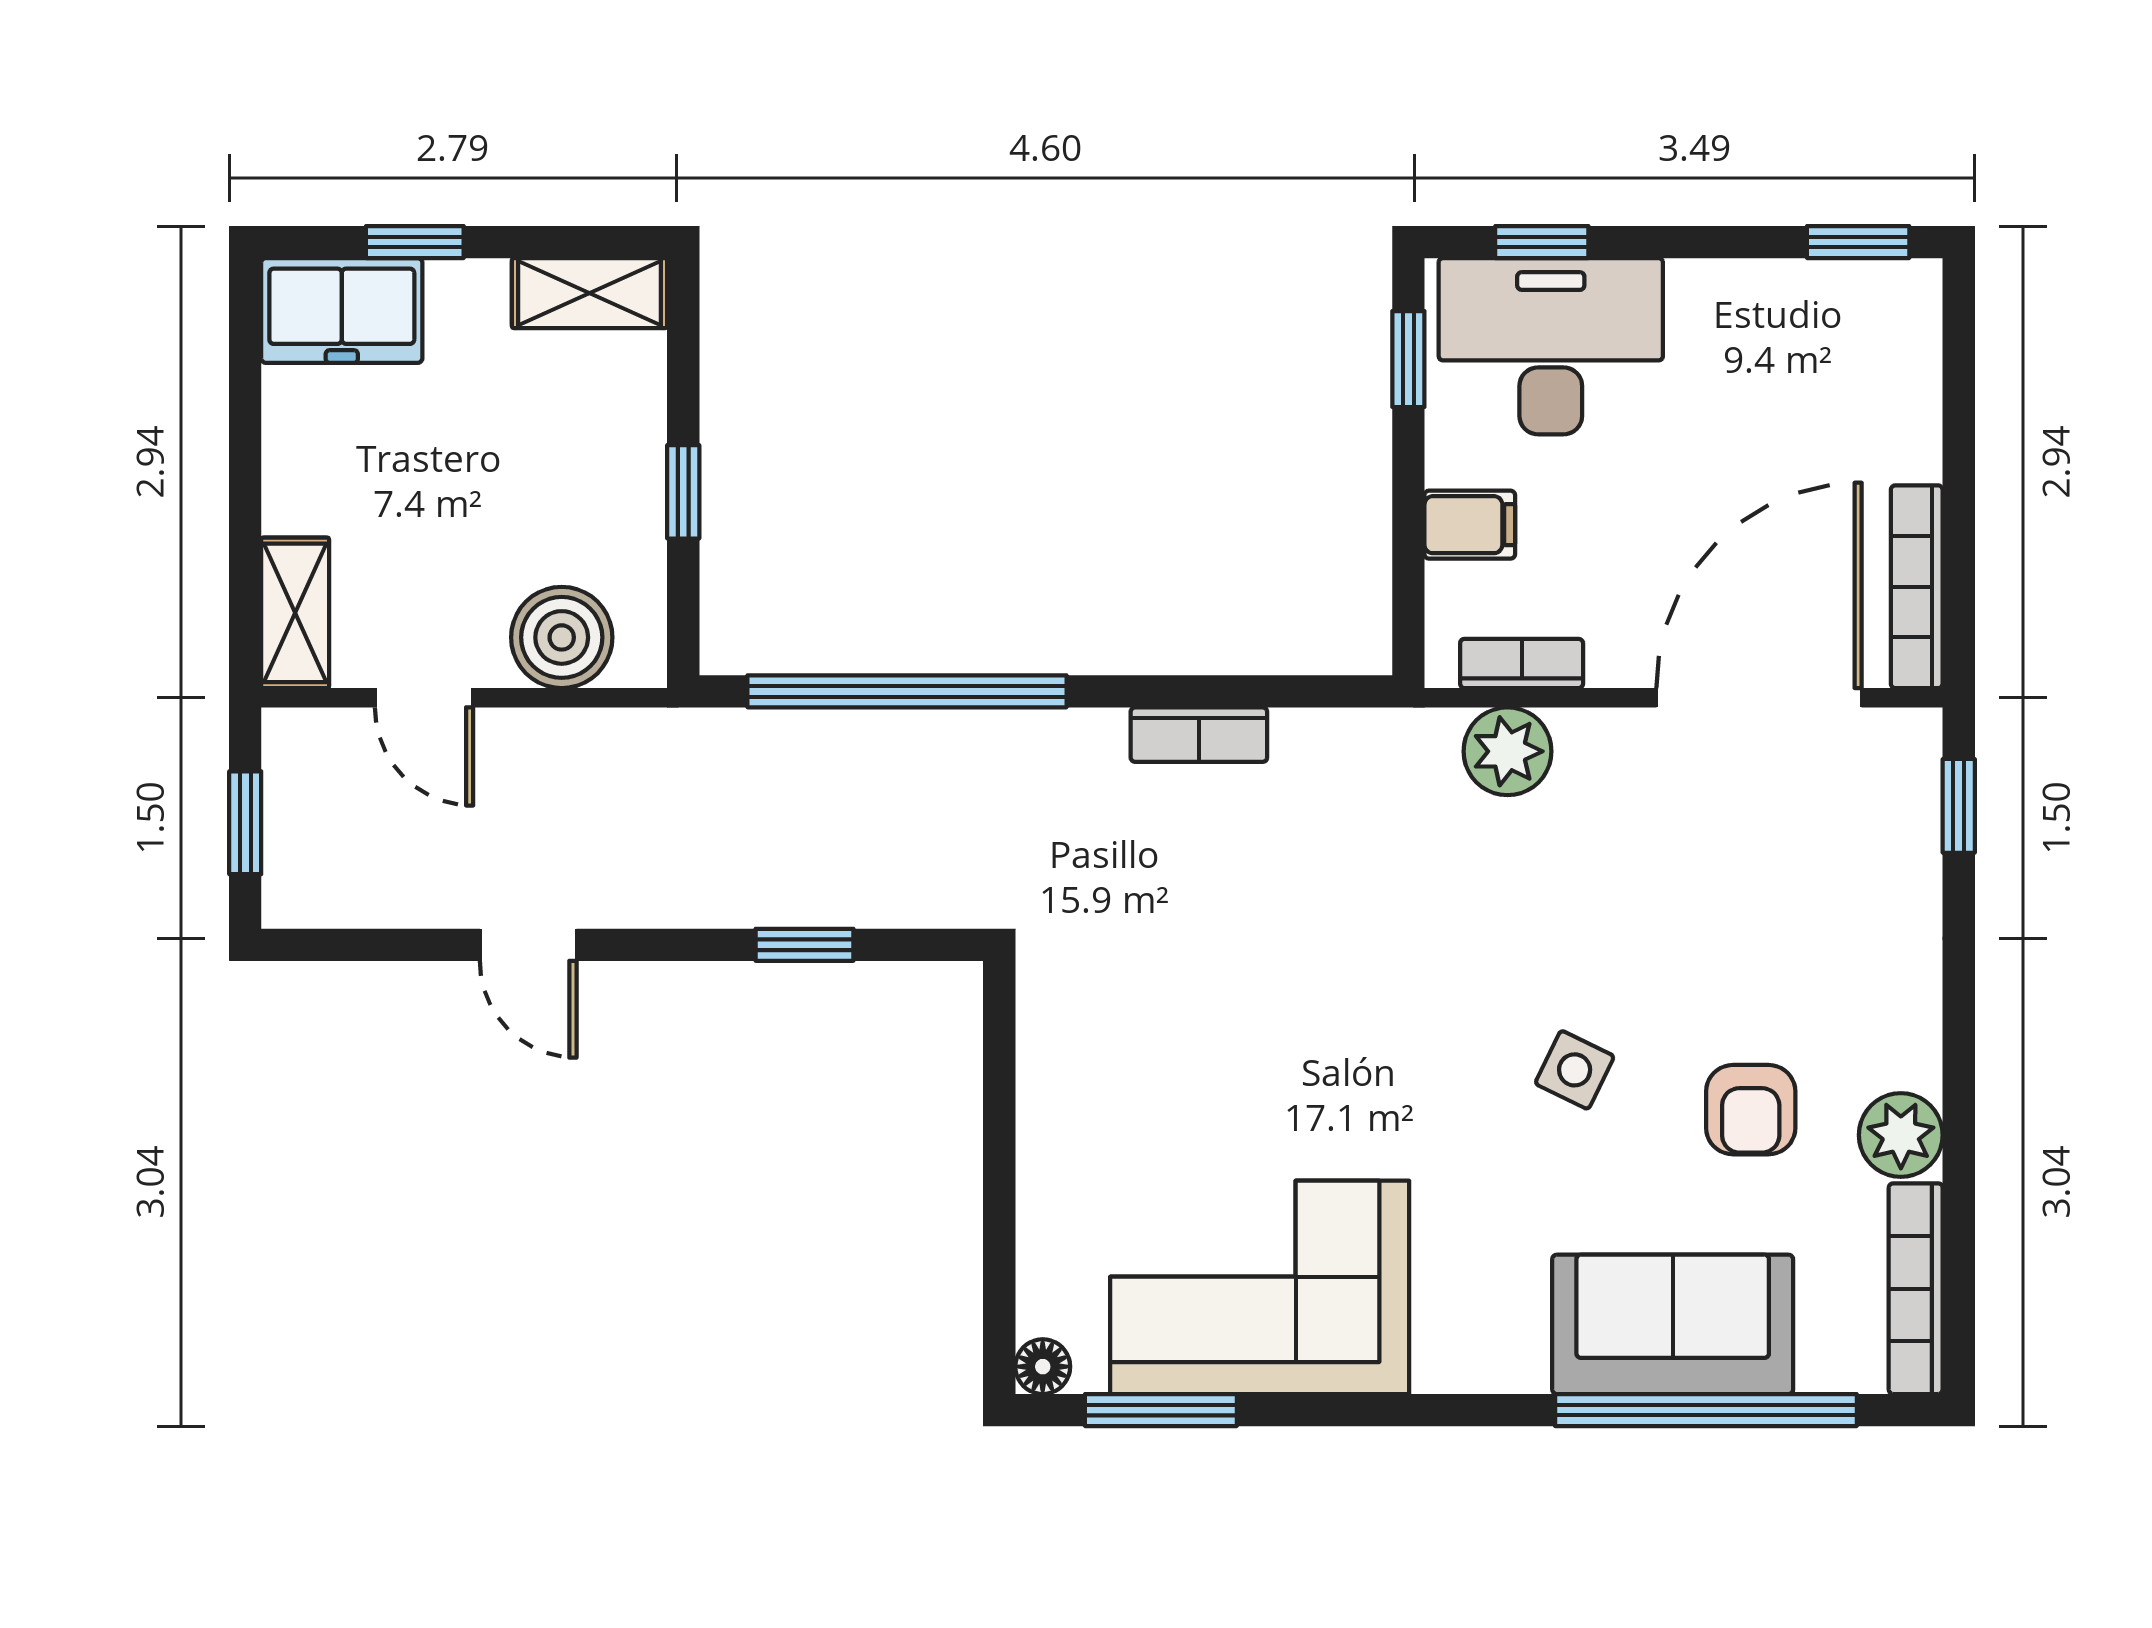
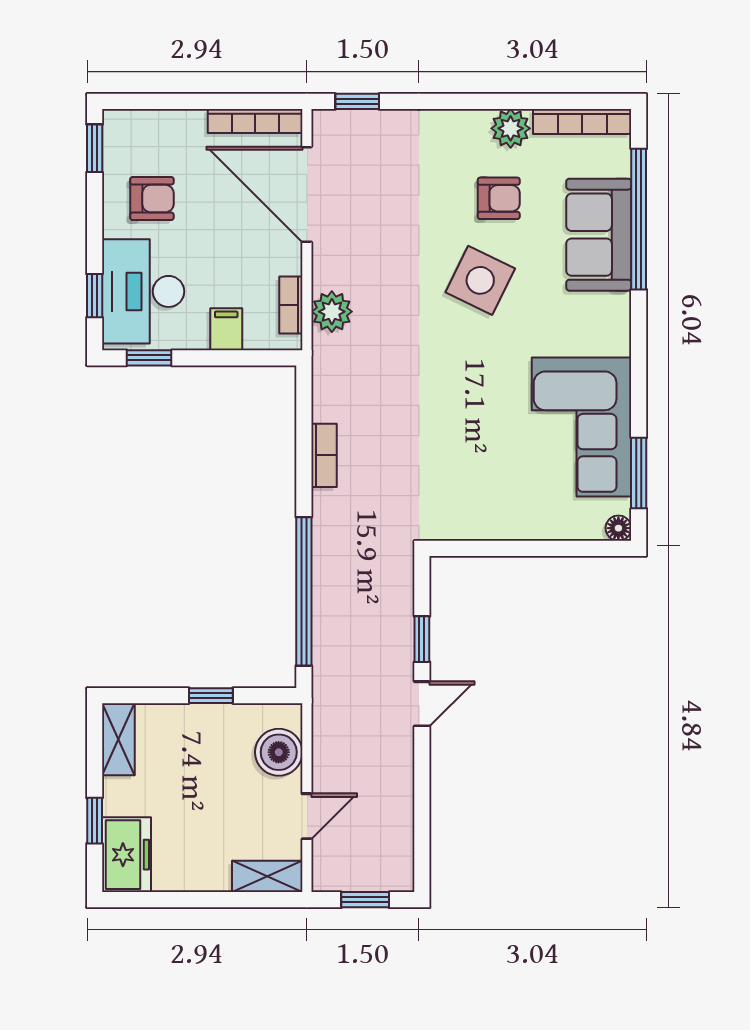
armchair: (1750, 365) -> (152, 199), added
door: (528, 945) -> (422, 704), moved
side table: (1575, 1070) -> (480, 280), width x1.87, depth x1.87

